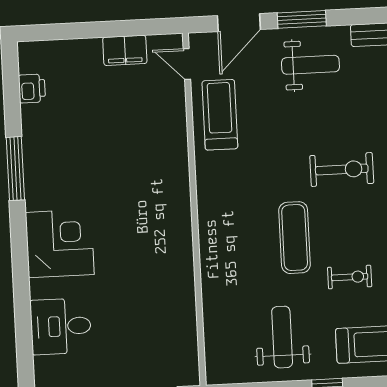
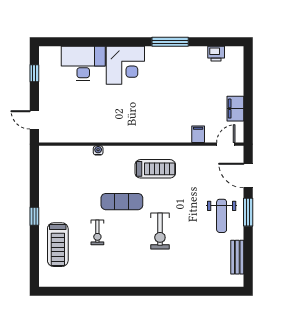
filing cabinet: (172, 112) -> (198, 134), added
treadmill: (220, 115) -> (155, 169), moved
water cooler: (209, 283) -> (98, 150), added
desk: (61, 326) -> (83, 63), width x1.37
weight bench: (282, 337) -> (65, 191), removed

